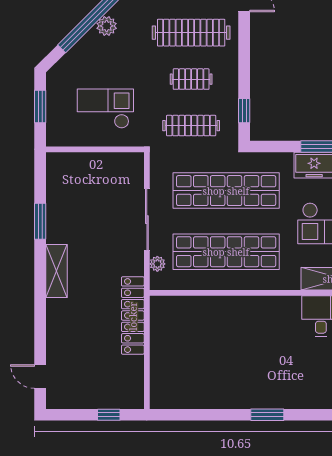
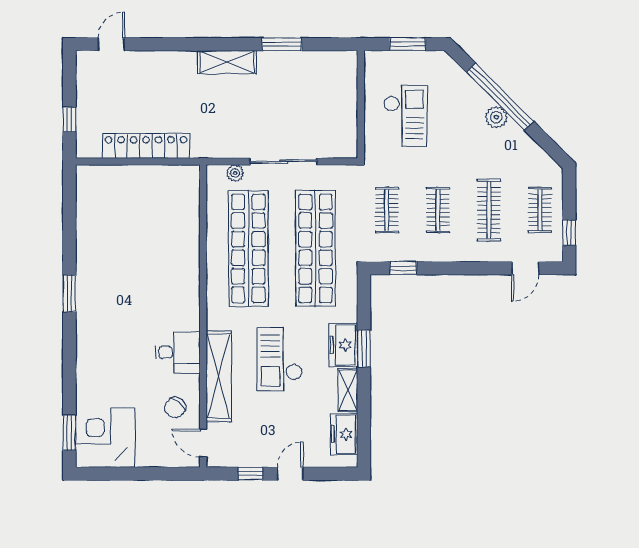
clothes rail: (191, 33) -> (489, 210), width x0.73, depth x0.76
clothes rail: (191, 126) -> (387, 210), width x0.73
locker: (133, 316) -> (146, 146), moved

